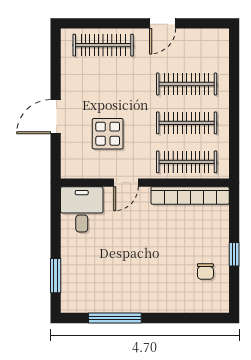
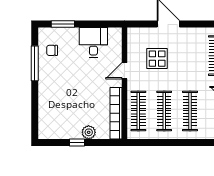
door: (126, 183) -> (125, 71), hinge flipped
desk: (82, 209) -> (93, 42), moved, turned -90
plant: (219, 237) -> (89, 132), added
chair: (205, 271) -> (52, 50), moved

